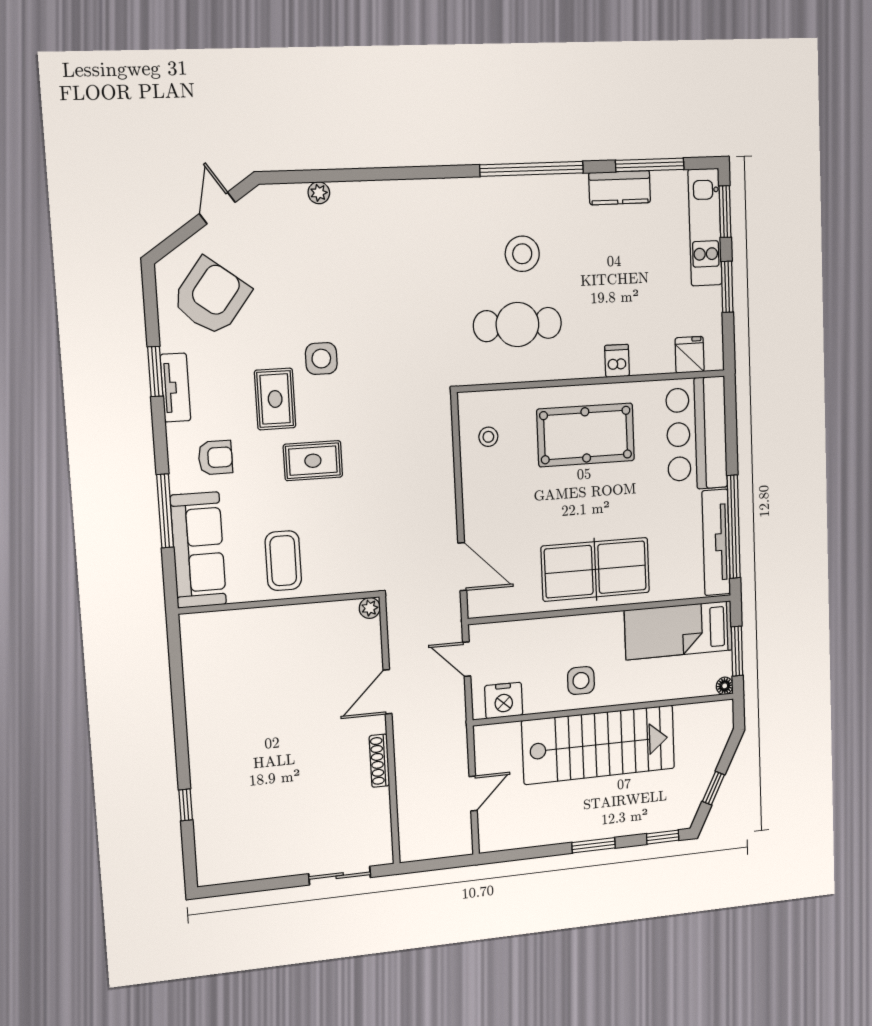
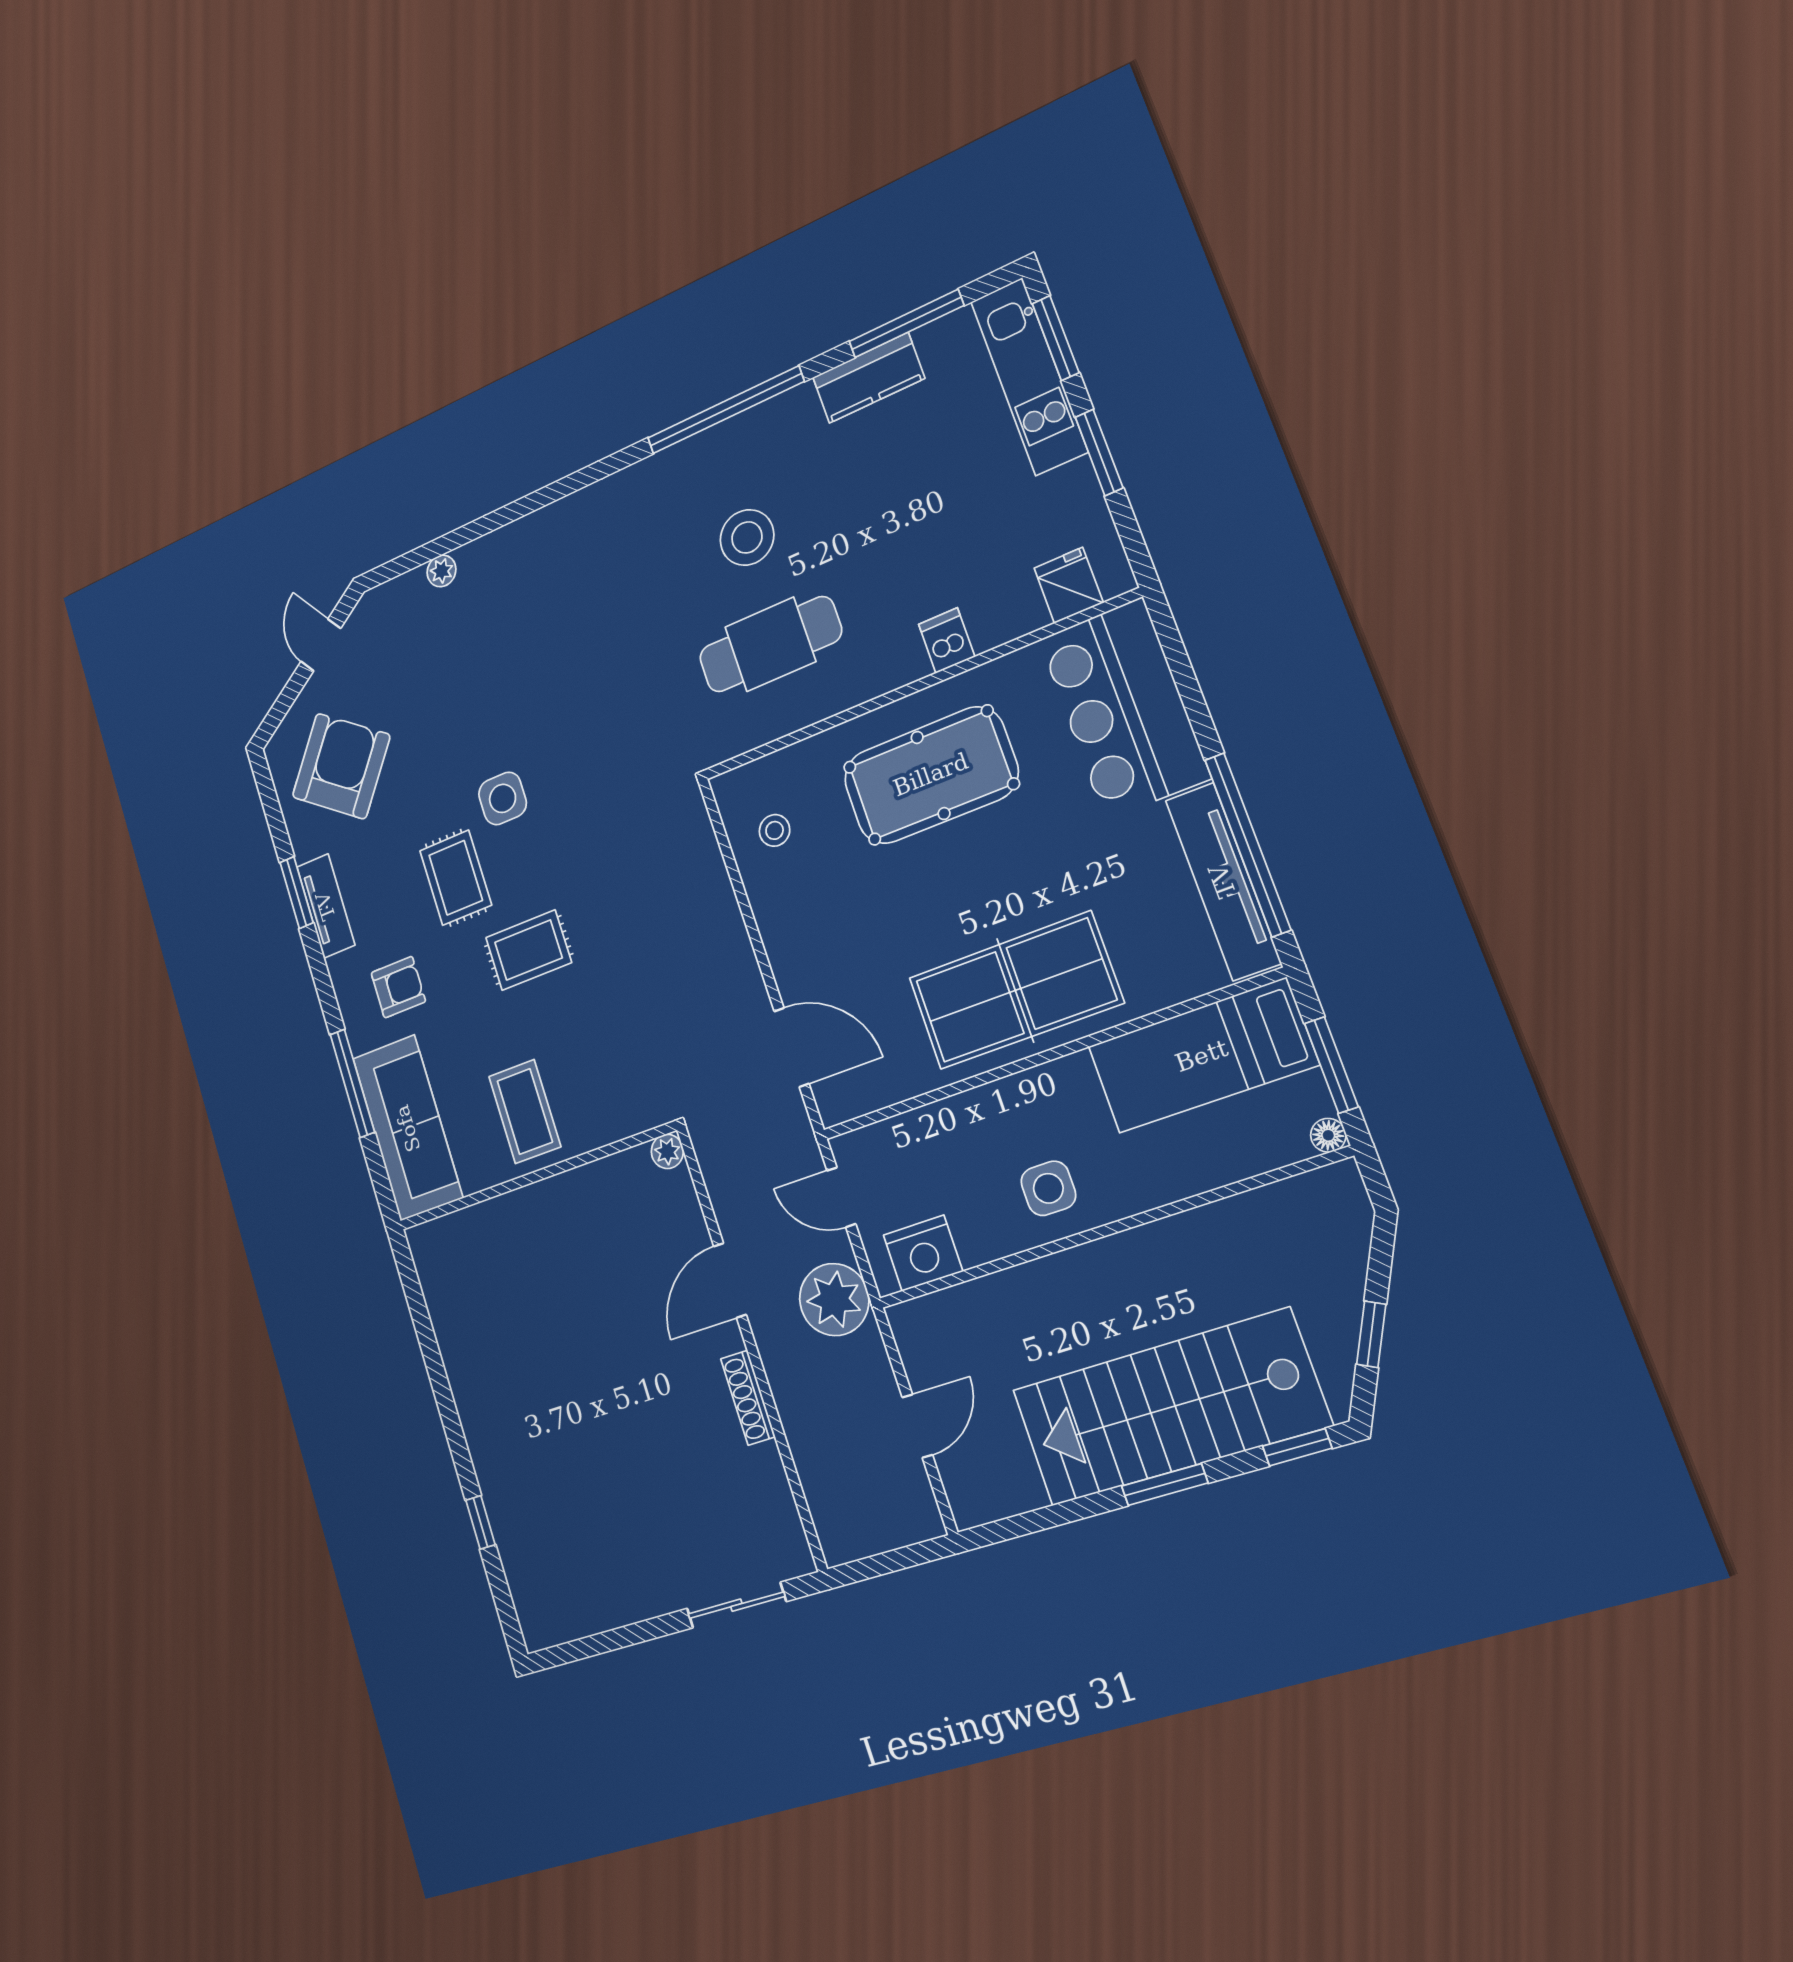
plant: (446, 715) -> (834, 1300), added
stairs: (599, 745) -> (1169, 1408), moved, turned 180

